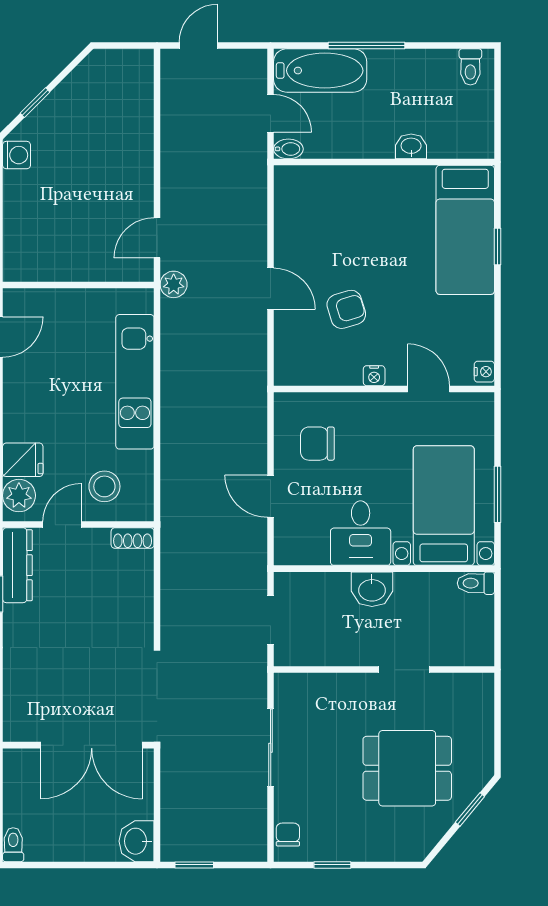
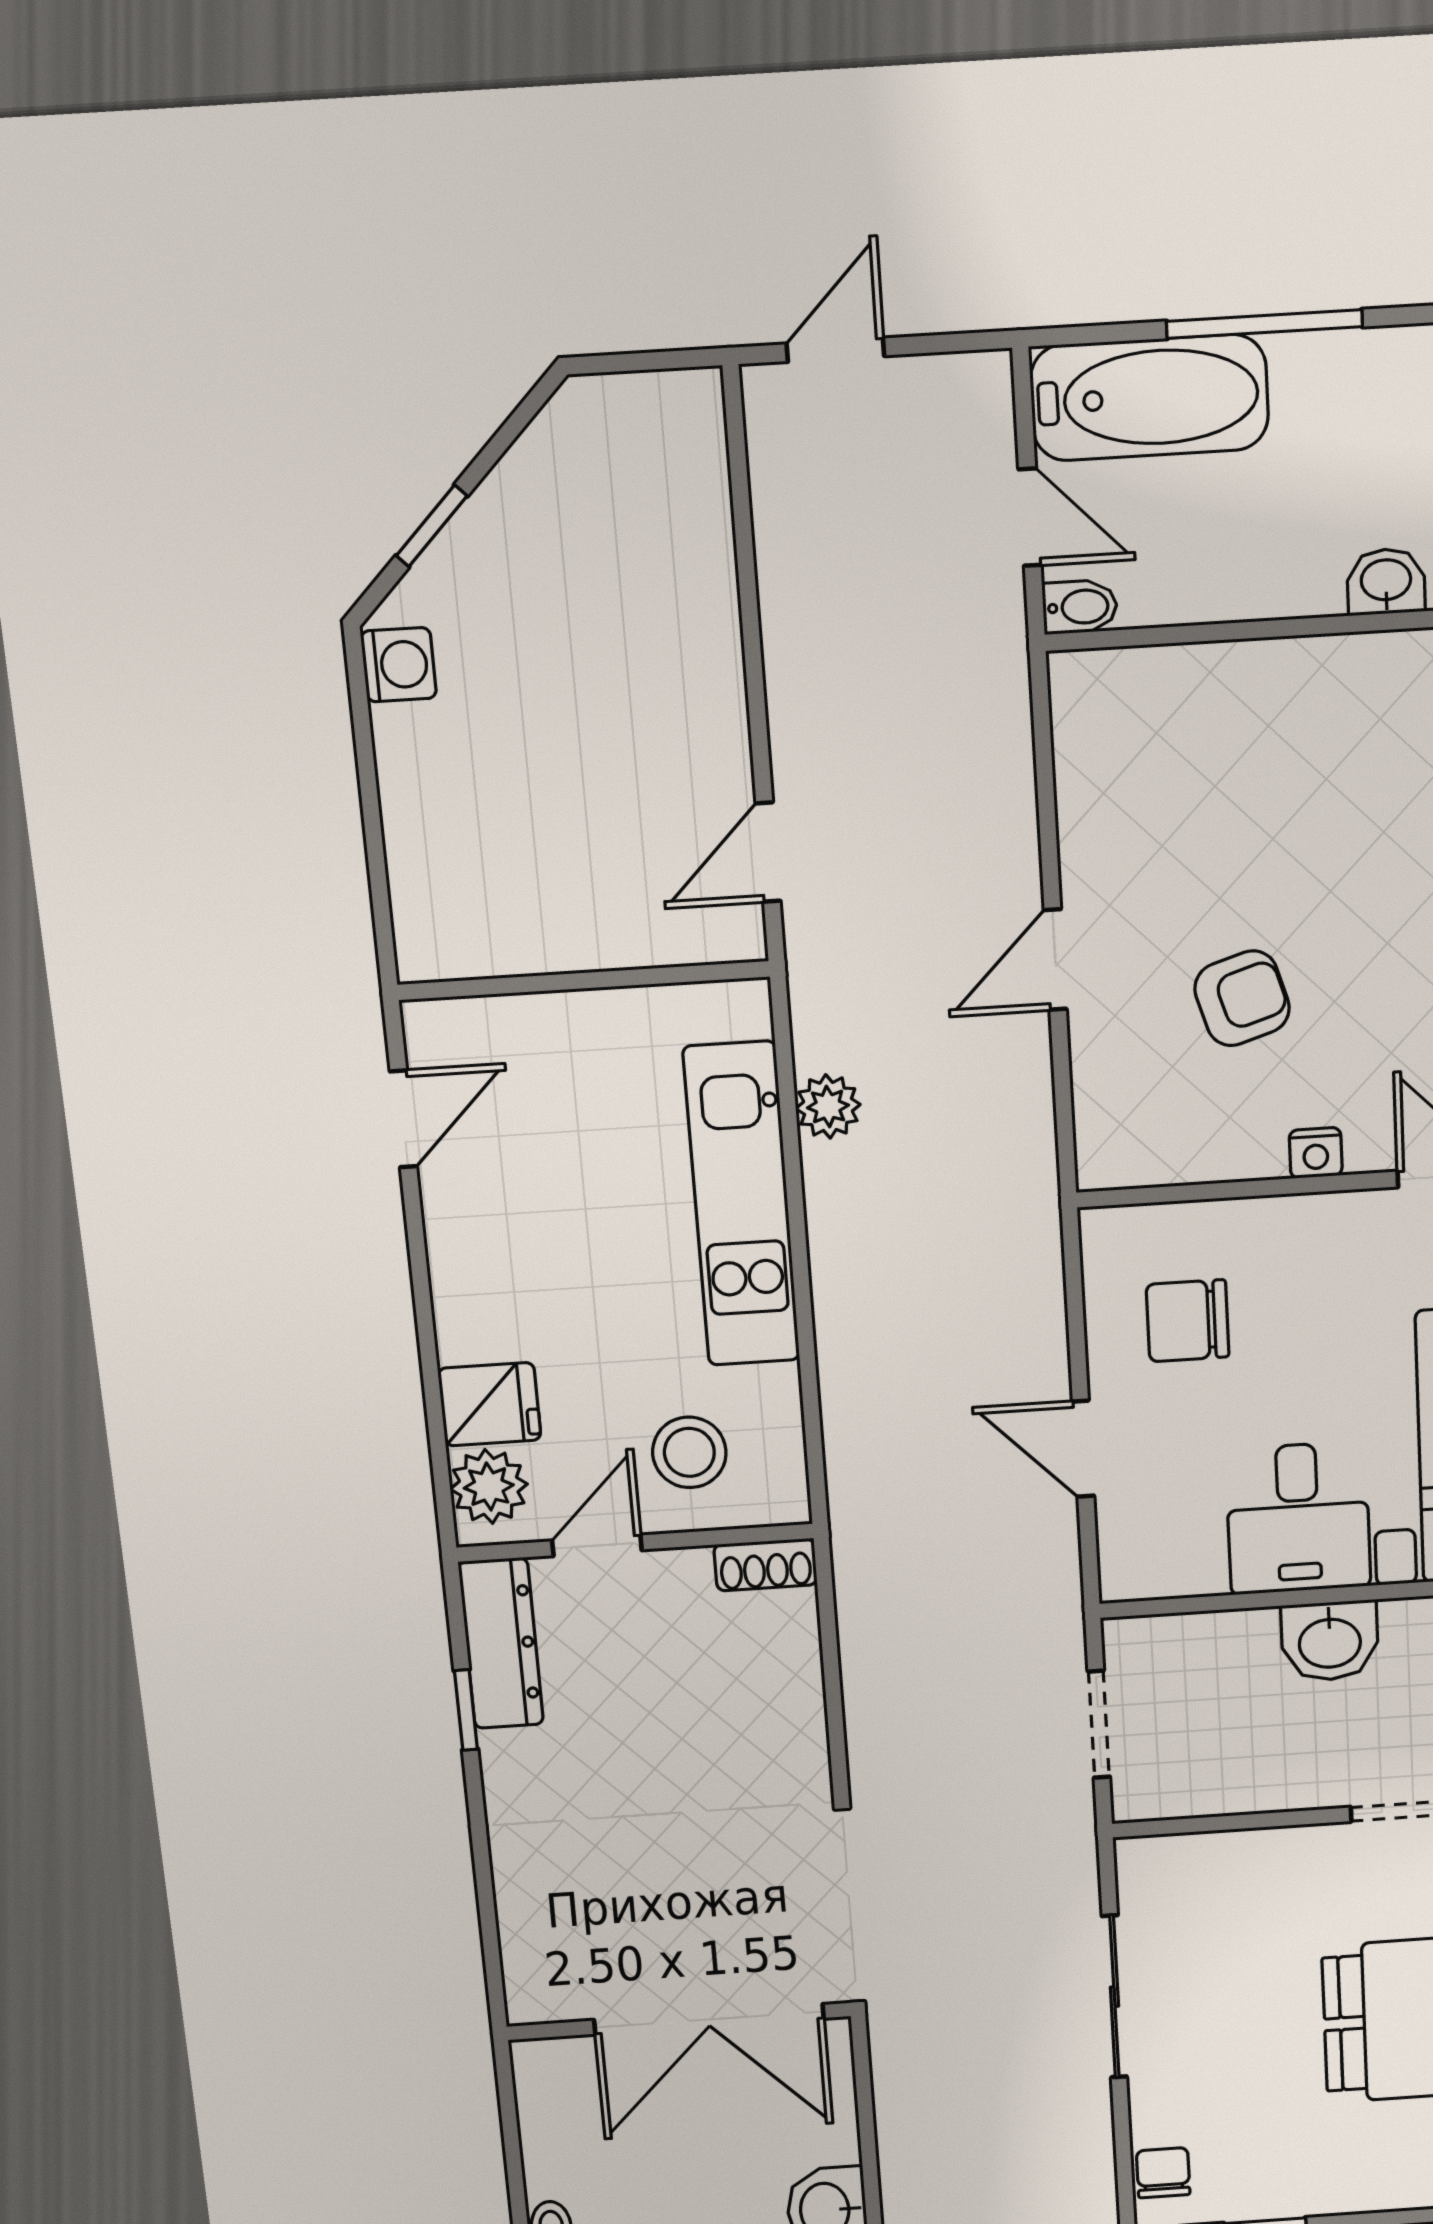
plant: (174, 284) -> (828, 1106), moved
door: (271, 289) -> (1055, 960), swing flipped

